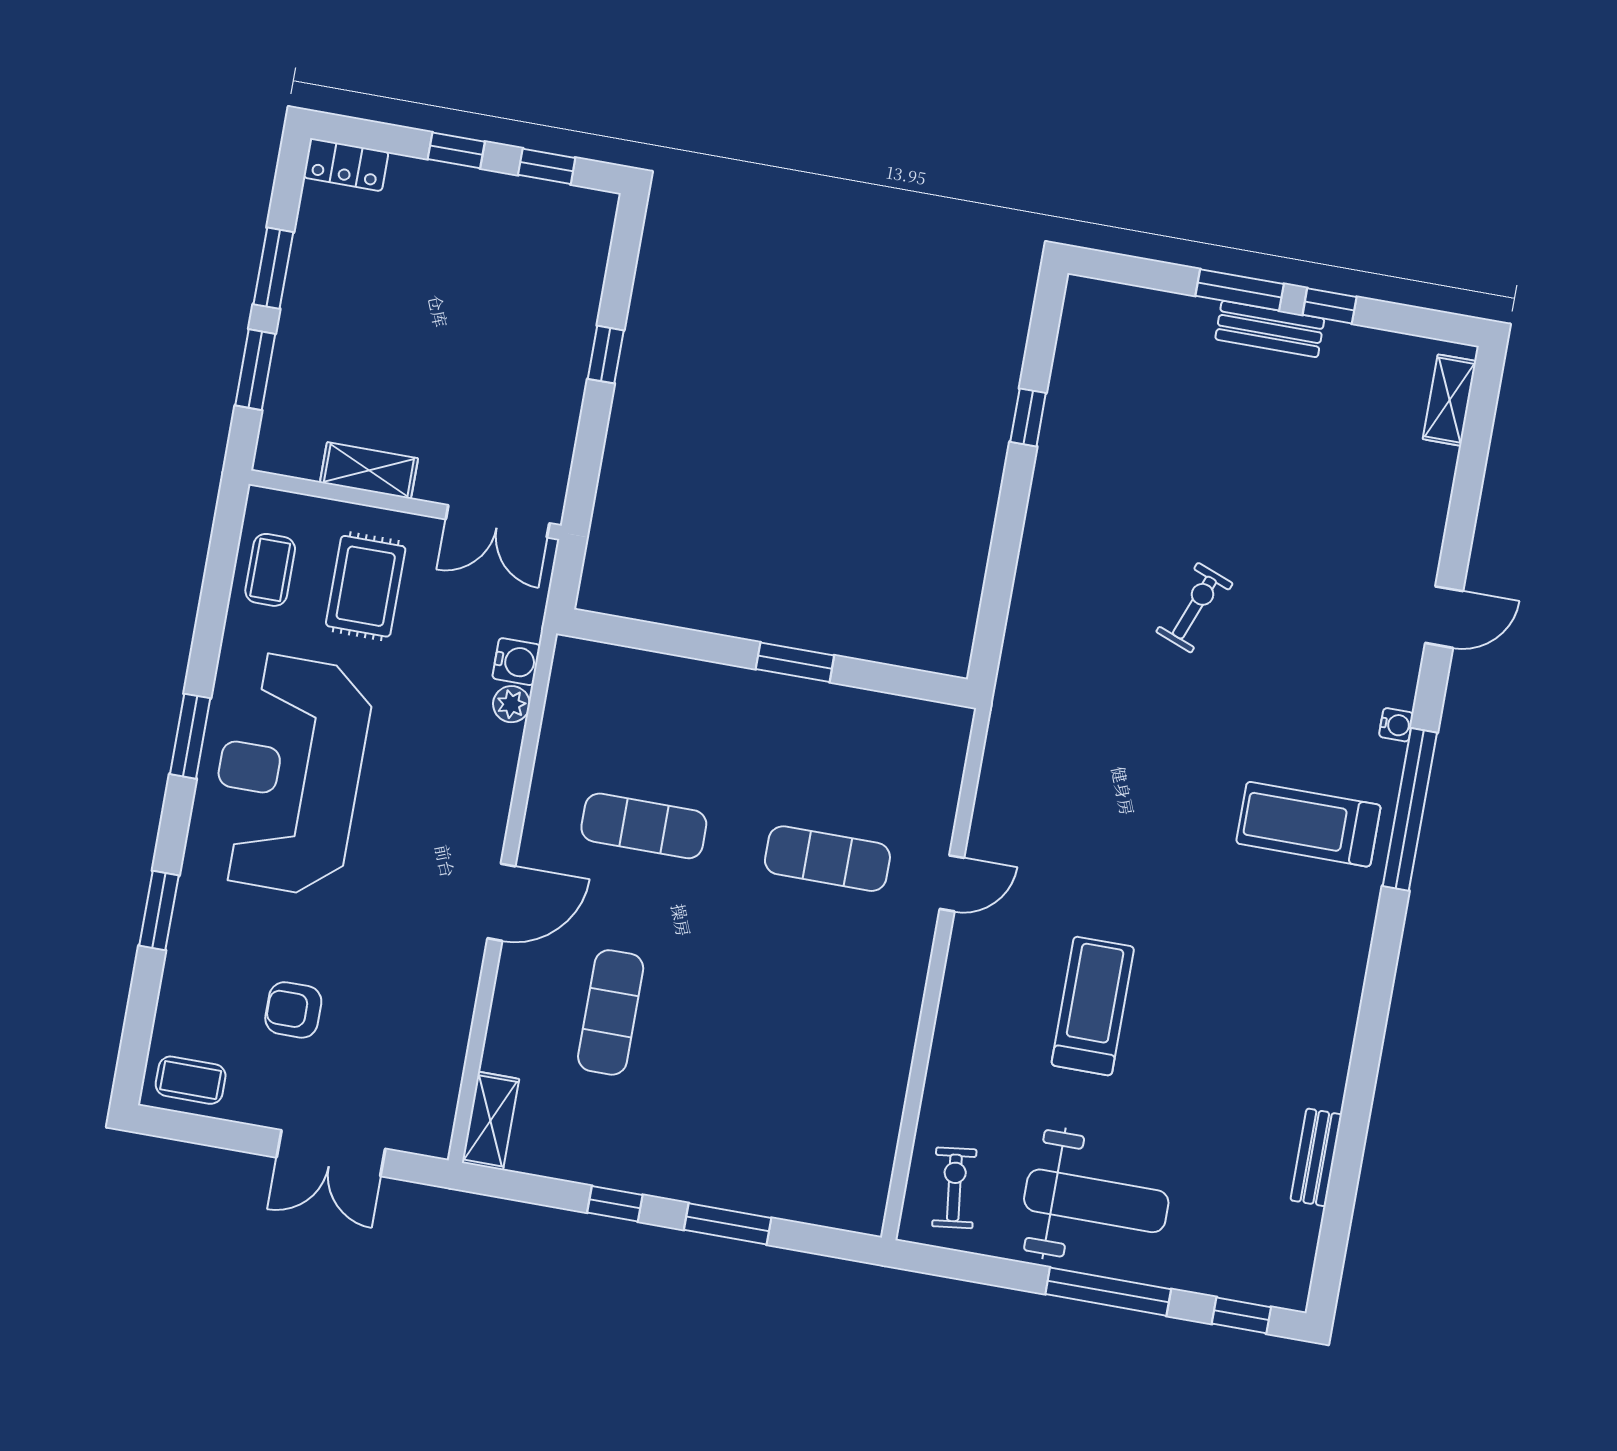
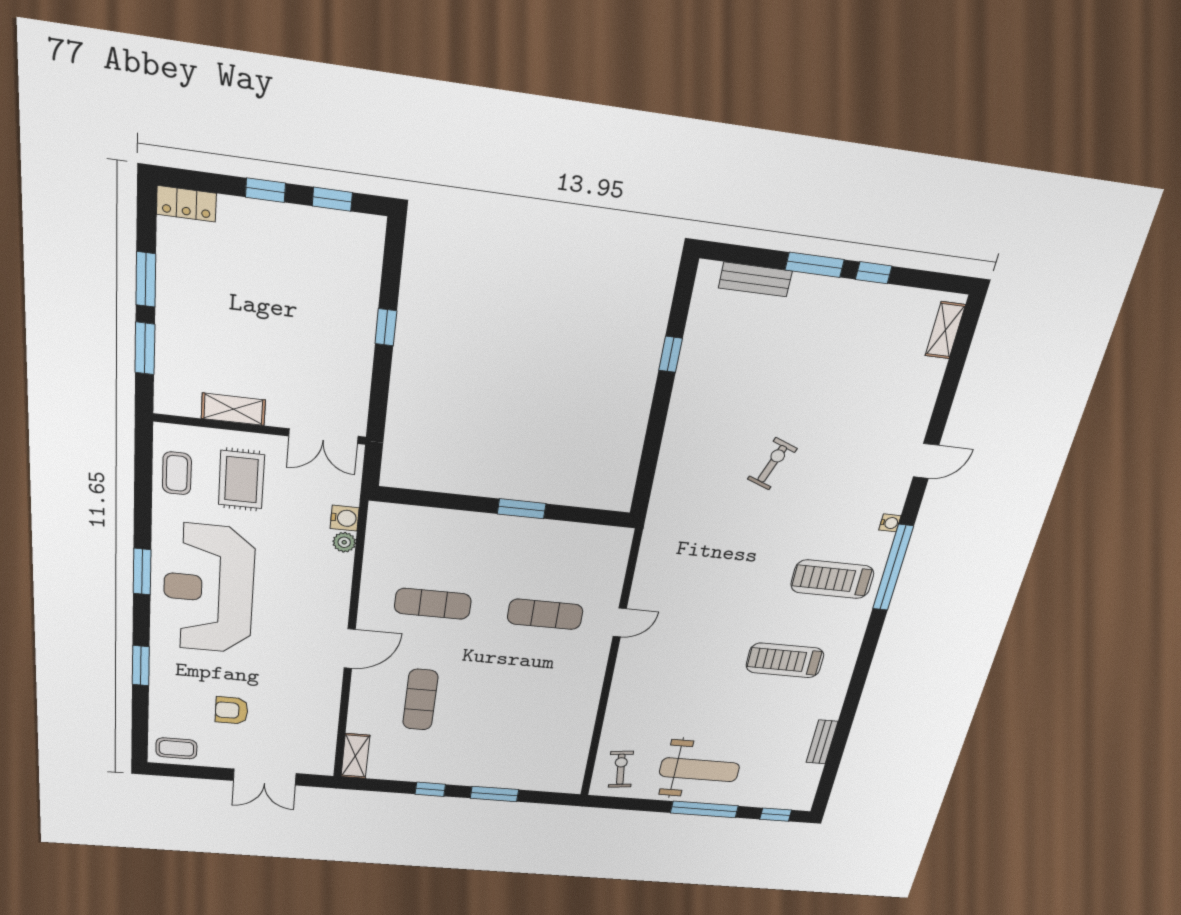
bench: (1270, 329) -> (755, 279), moved
treadmill: (1093, 1006) -> (785, 660), moved, turned -90

